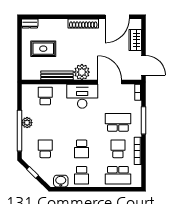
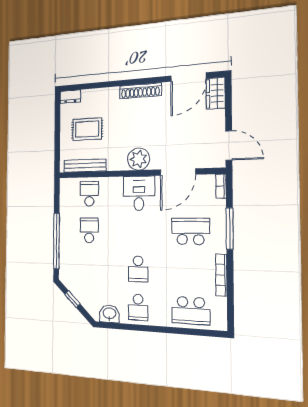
wardrobe: (135, 40) -> (216, 93), moved
bench: (57, 75) -> (85, 166), moved
door: (110, 82) -> (178, 172), swing flipped
desk: (82, 96) -> (139, 193), width x0.73
plant: (27, 123) -> (66, 230), removed
school desk: (45, 149) -> (89, 230), moved
school desk: (118, 149) -> (191, 271), removed

